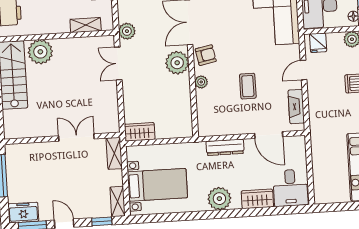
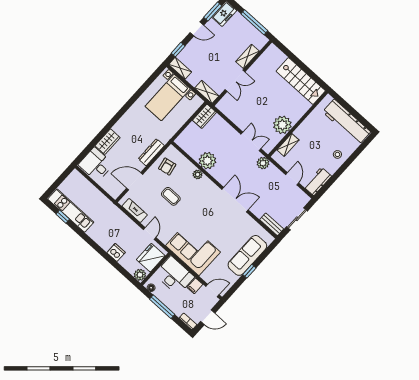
fridge: (318, 43) -> (151, 258), width x1.88, depth x1.34
plant: (40, 52) -> (282, 125), moved
armchair: (206, 55) -> (167, 167), moved
plant: (177, 63) -> (207, 161), moved
shelving: (41, 149) -> (247, 56), added
plant: (219, 199) -> (128, 122), removed

